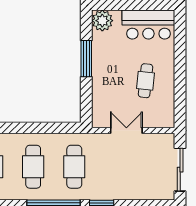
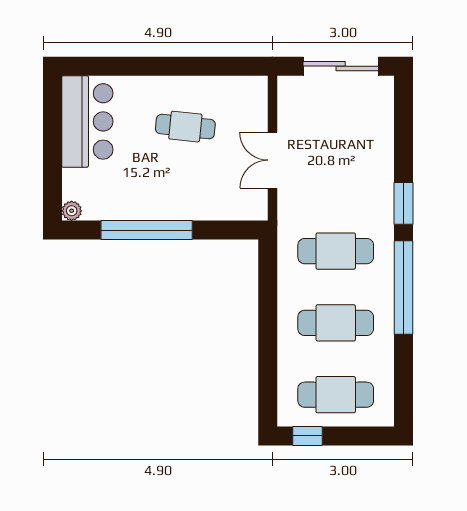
plant: (102, 21) -> (72, 211), width x0.53, depth x0.53
window: (86, 59) -> (147, 230), width x1.46

